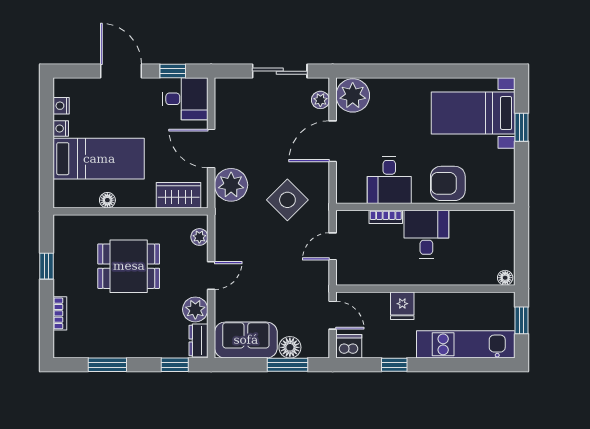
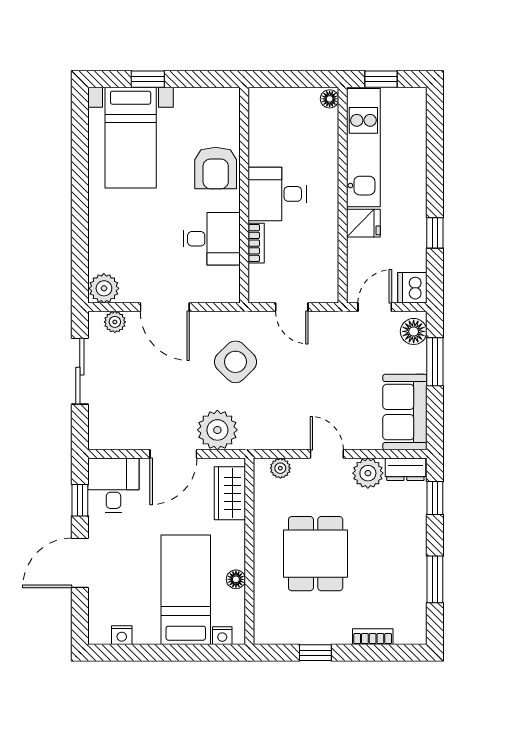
plant: (353, 95) -> (104, 288), width x0.73, depth x0.73
nightstand: (61, 128) -> (222, 636), moved
kitchen unit: (466, 344) -> (363, 148), moved, turned 180
floor lamp: (290, 347) -> (414, 331), moved

